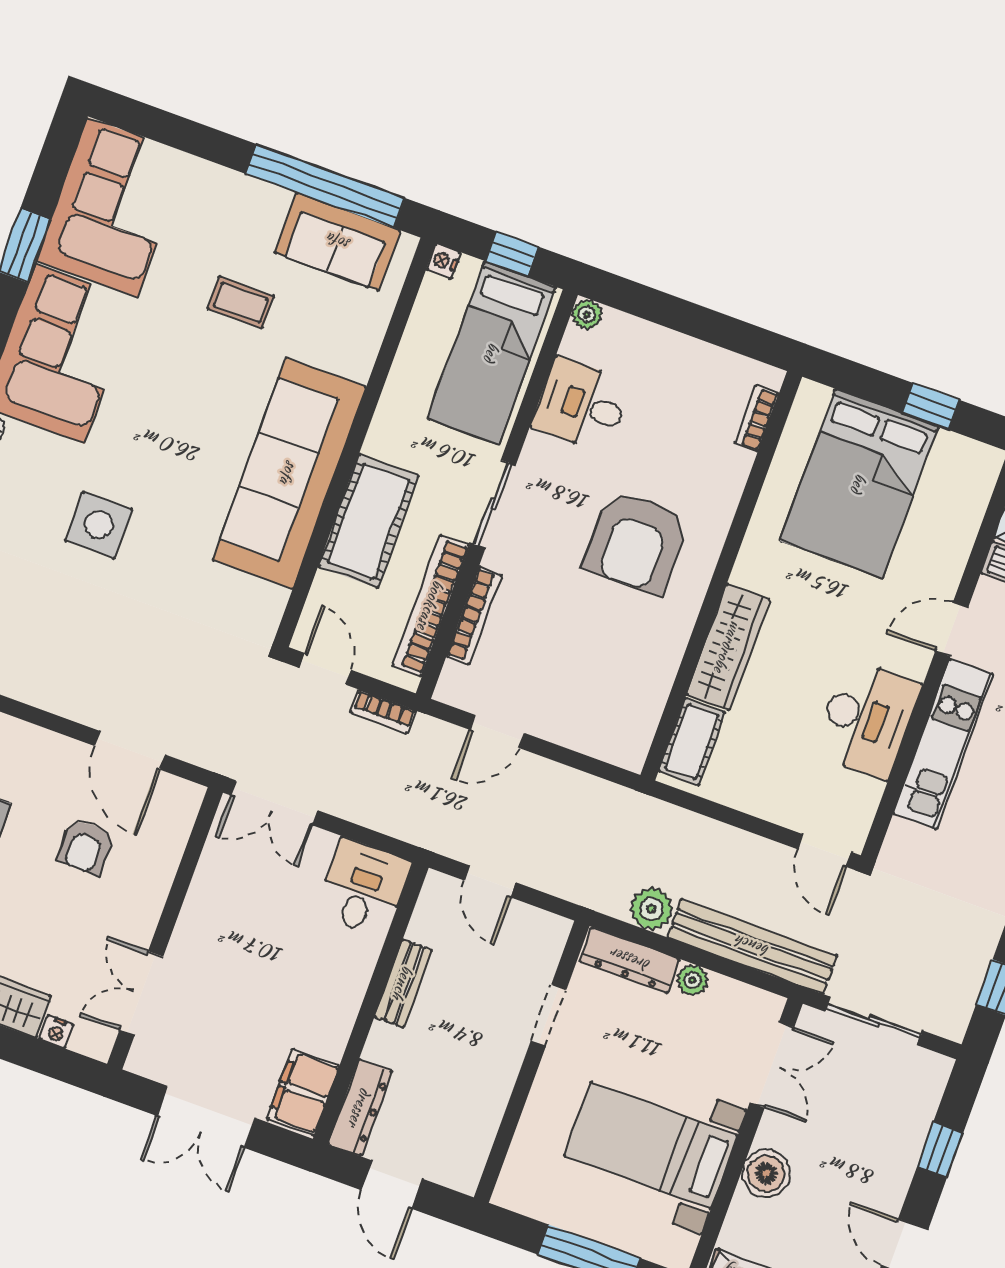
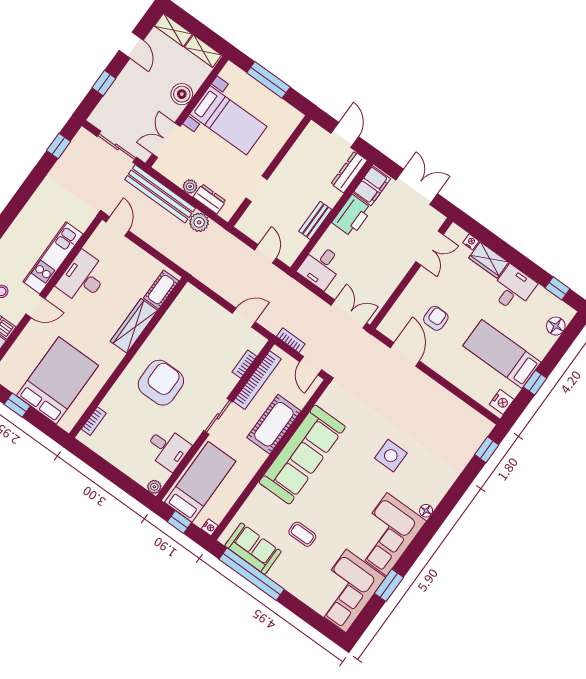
bookcase: (474, 616) -> (244, 364), width x0.64
dresser: (630, 960) -> (209, 199), width x0.70
printer: (328, 1016) -> (352, 216), added

